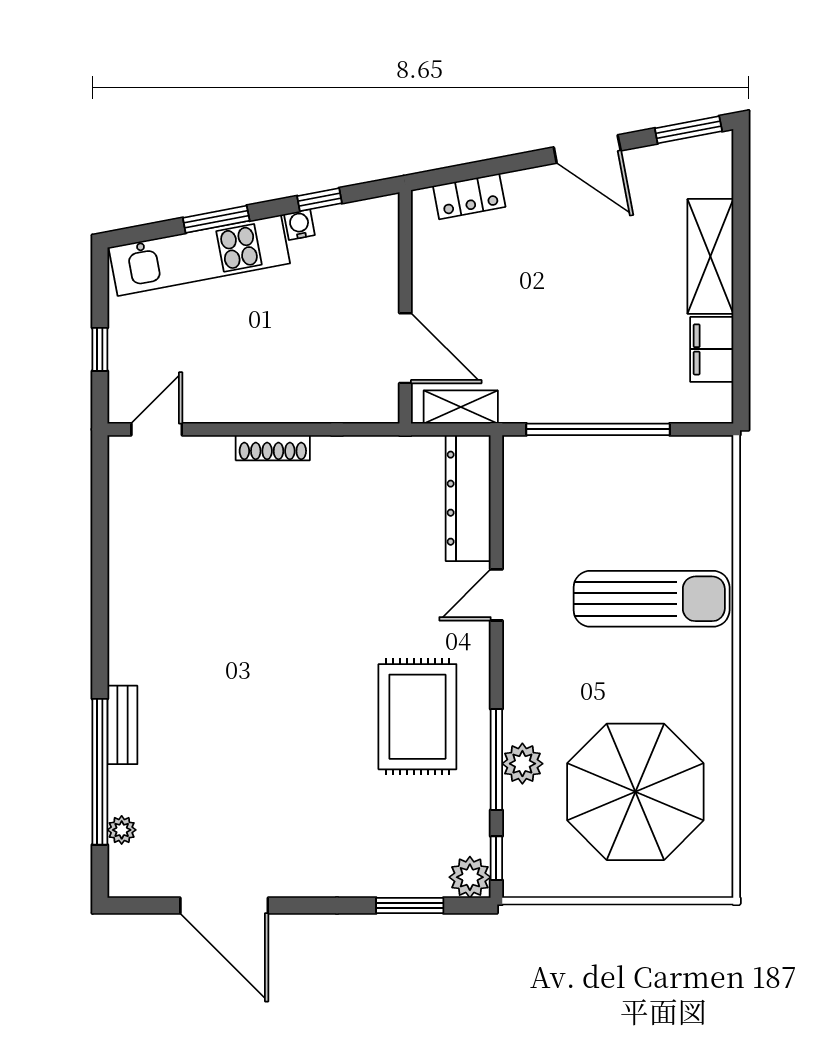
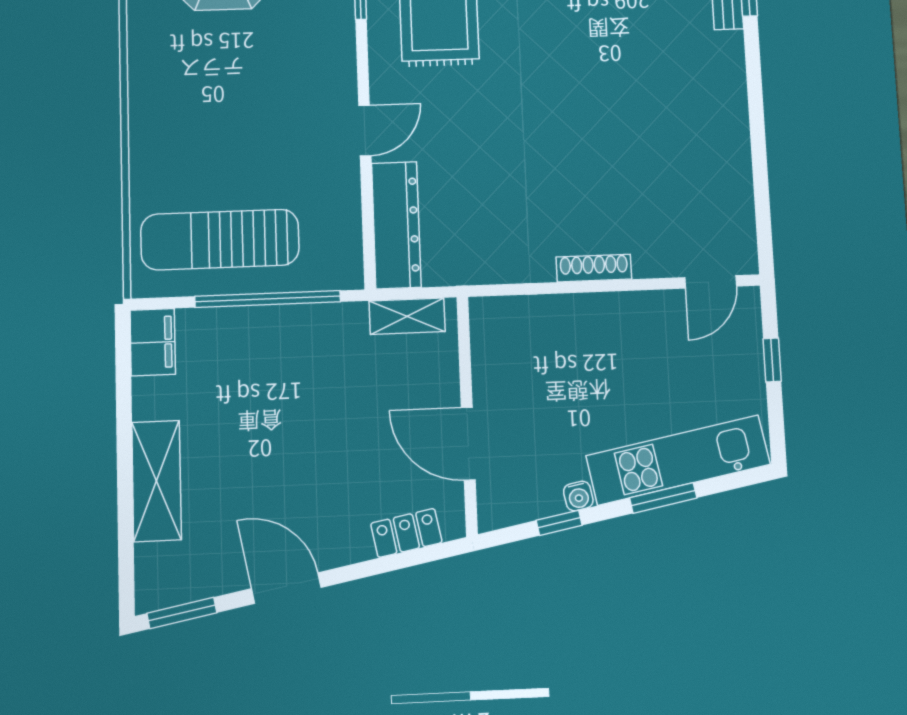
door: (405, 348) -> (468, 444), moved
filing cabinet: (712, 349) -> (153, 342), moved
sun lounger: (652, 599) -> (220, 240), moved

